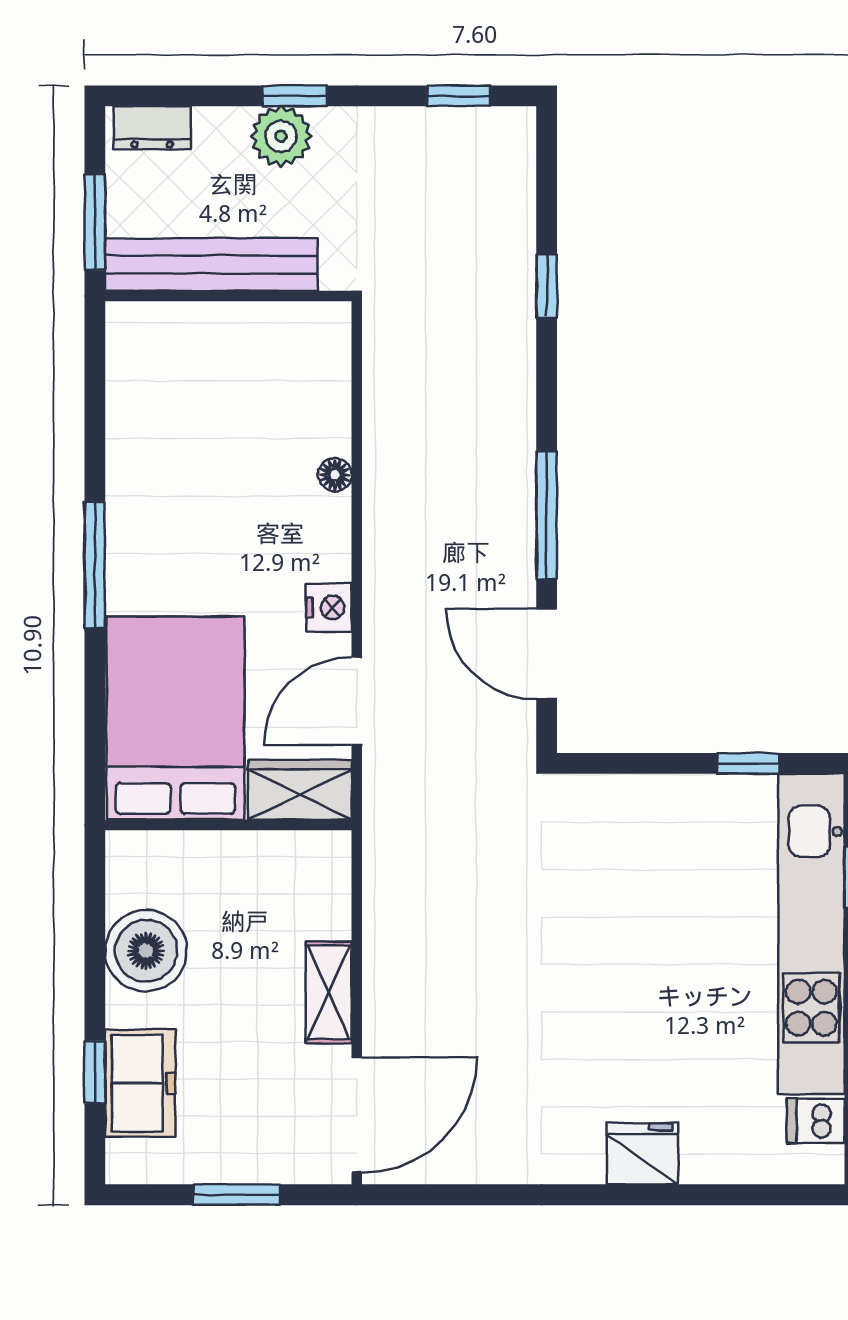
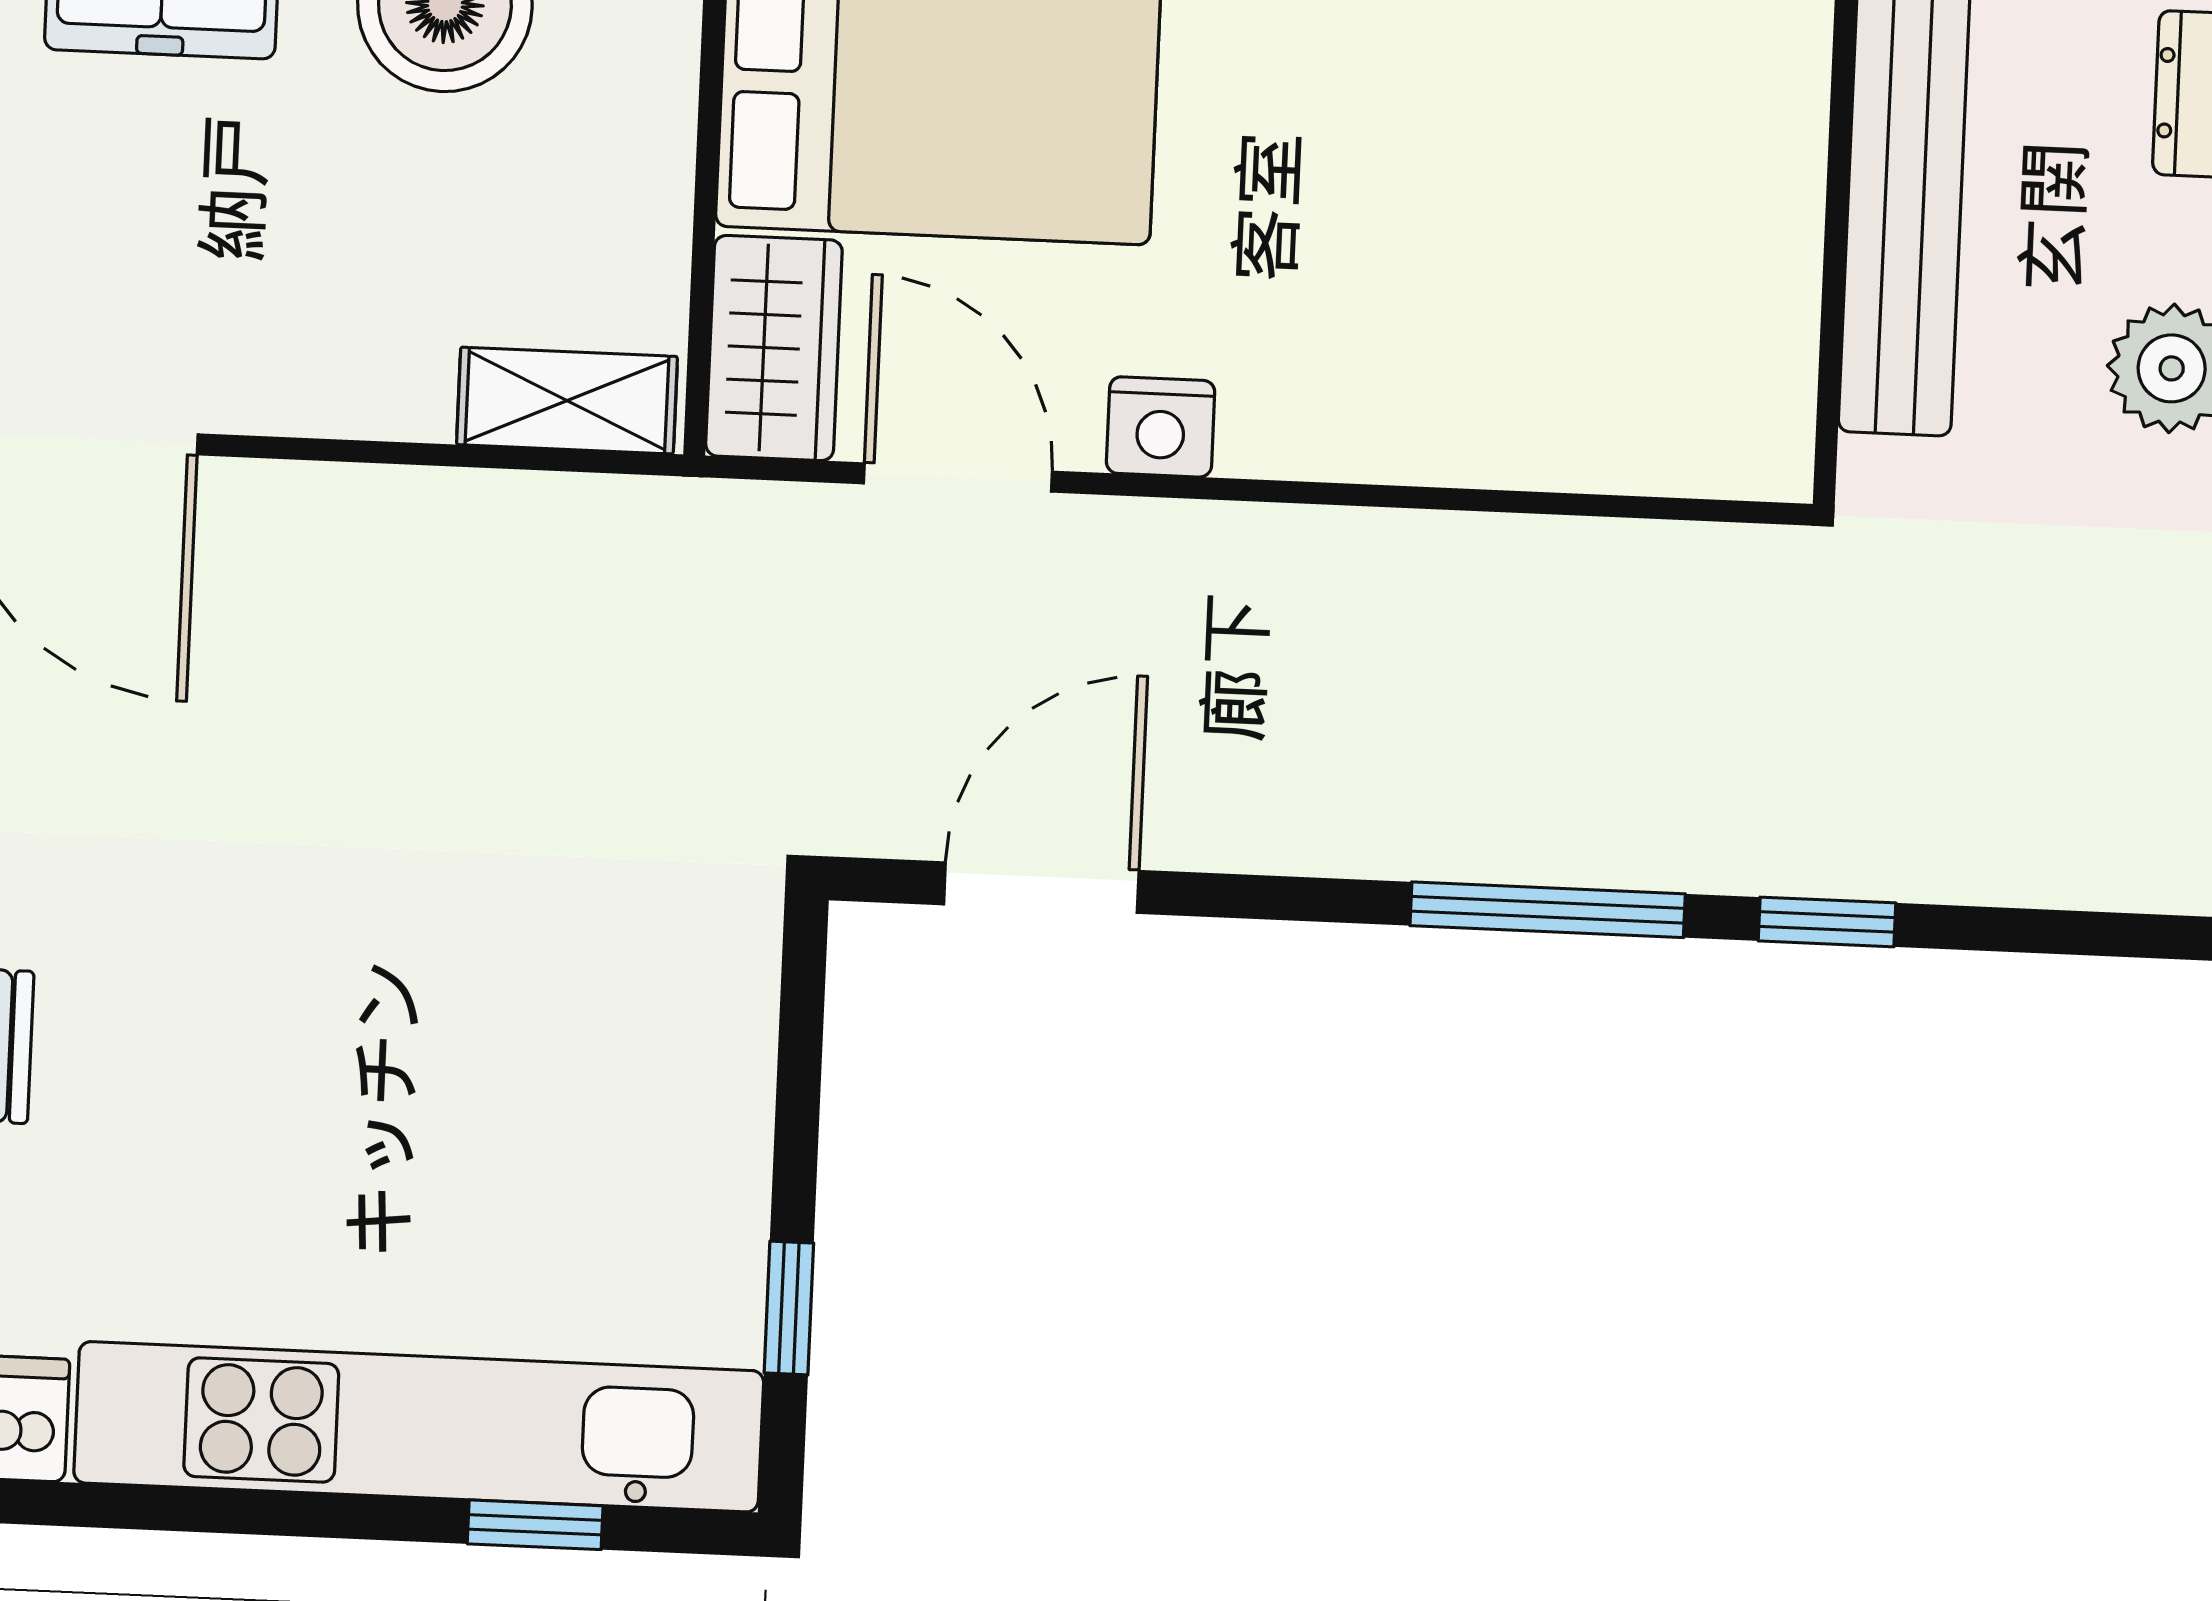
floor lamp: (335, 475) -> (1444, 452), removed
window: (547, 515) -> (1548, 910), moved
shelving: (329, 992) -> (567, 401), moved

